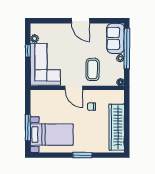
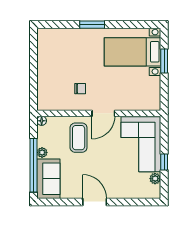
door: (74, 88) -> (103, 113), swing flipped
wardrobe: (117, 127) -> (47, 61), removed
window: (28, 128) -> (164, 61), width x0.69

